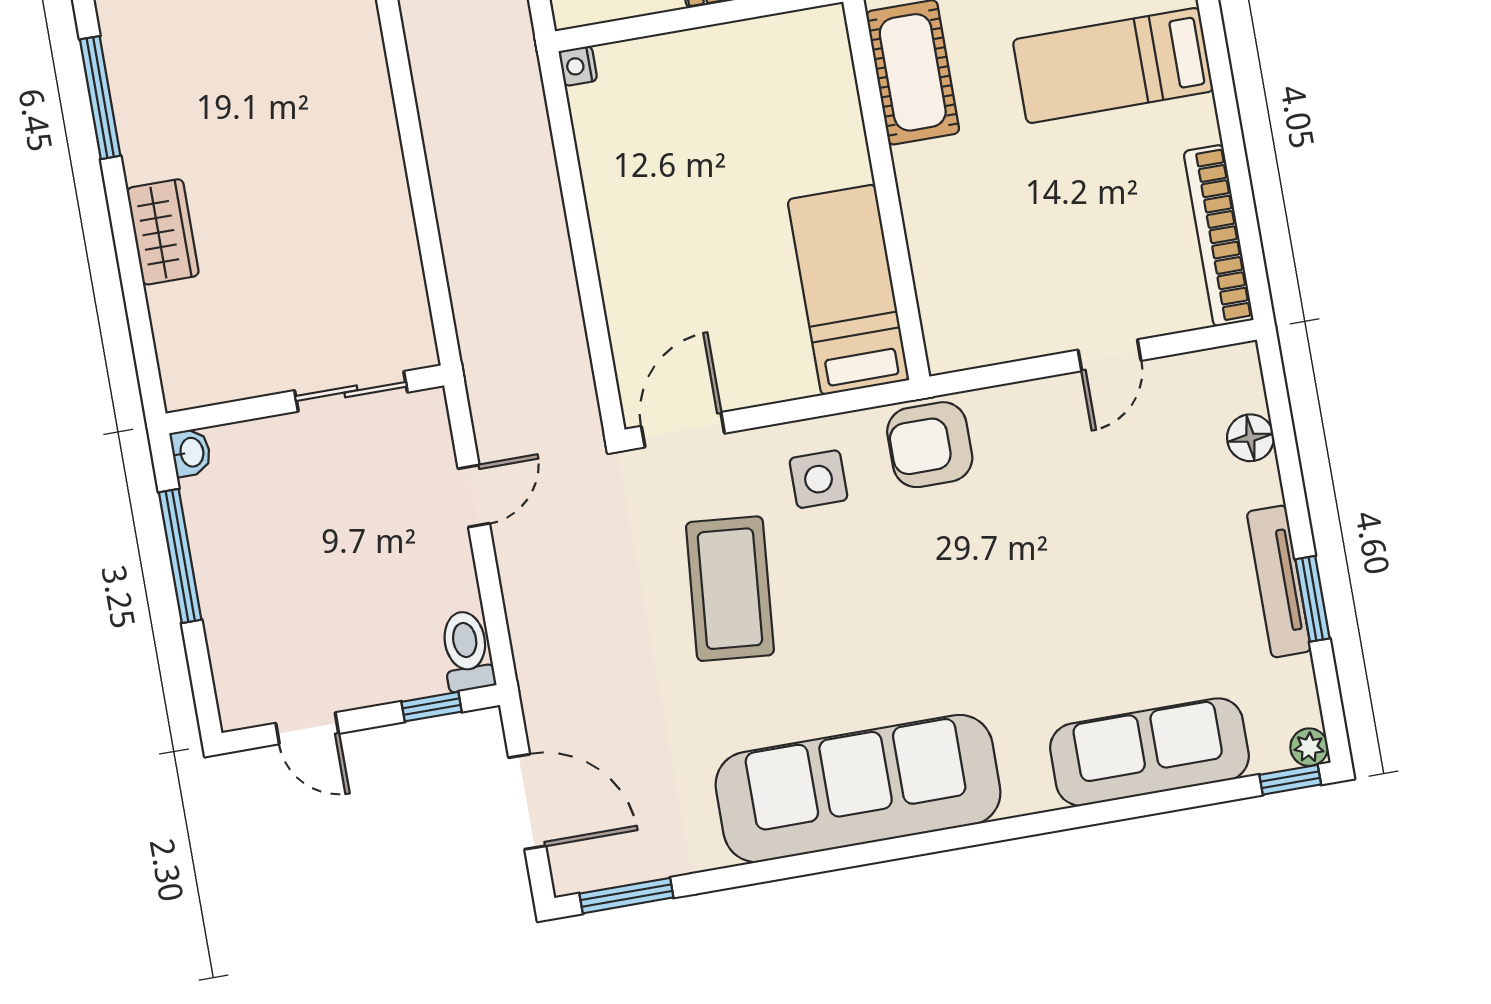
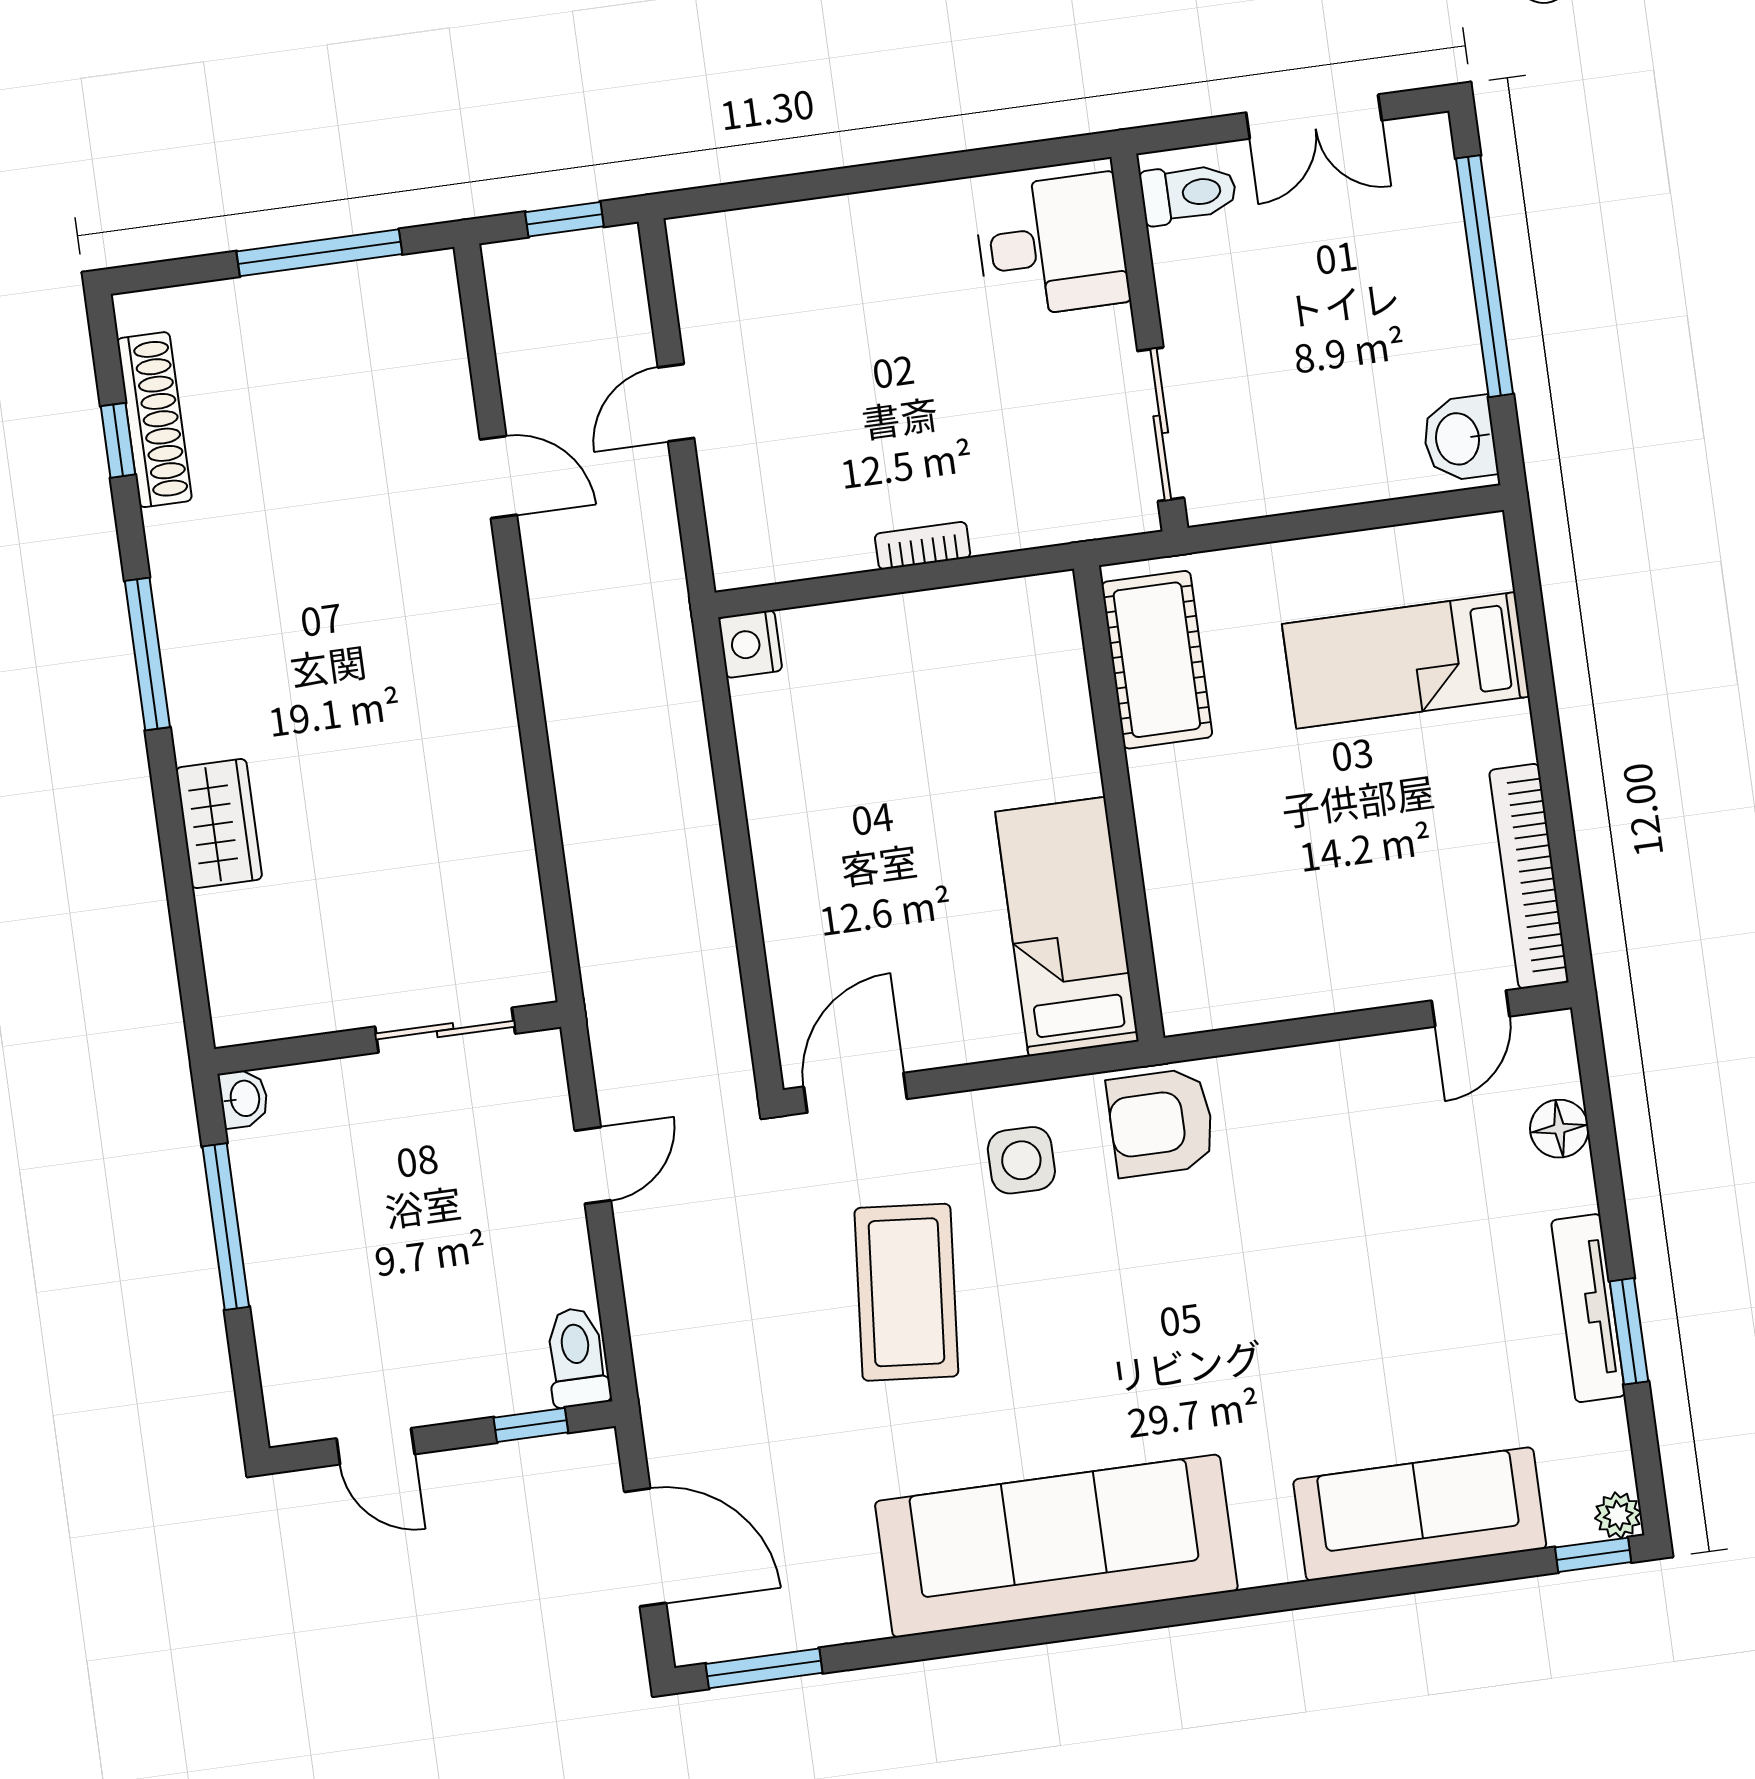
nightstand: (578, 66) -> (750, 644), width x1.39, depth x1.35
door: (1110, 355) -> (1471, 1009), moved

